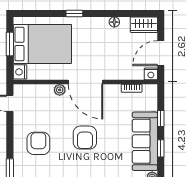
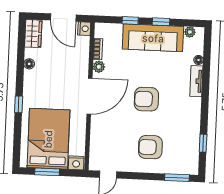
plant: (60, 90) -> (99, 67), moved
armchair: (85, 138) -> (146, 99), turned 180

